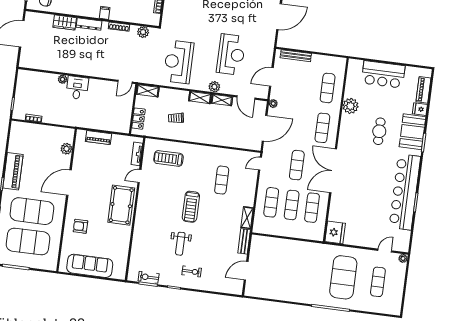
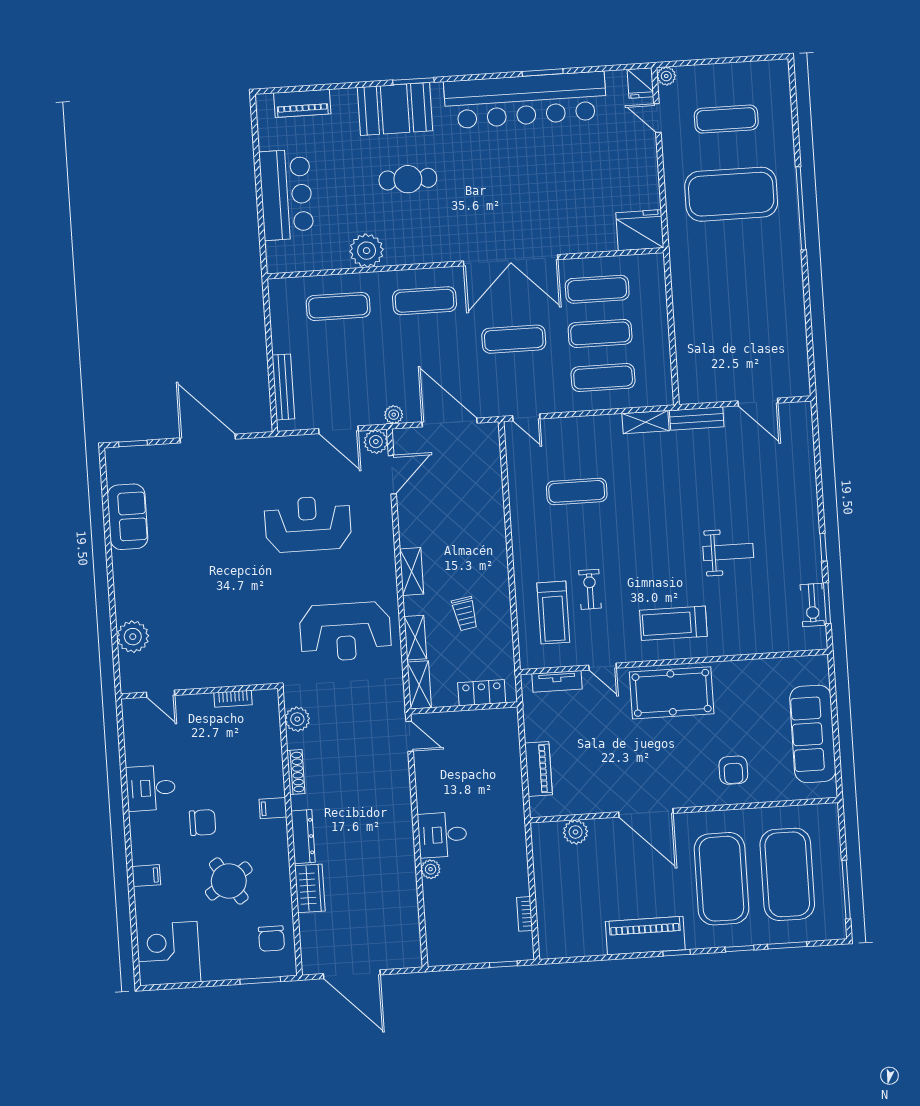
plant: (214, 87) -> (376, 442), moved
shelving: (222, 100) -> (415, 638), moved
fridge: (420, 109) -> (640, 83), moved
treadmill: (191, 207) -> (673, 623), moved, turned 180
exercise bike: (192, 271) -> (590, 589), moved

